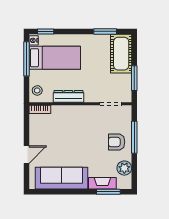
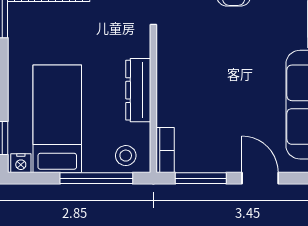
window: (26, 59) -> (96, 178), moved
window: (26, 126) -> (201, 178), added

